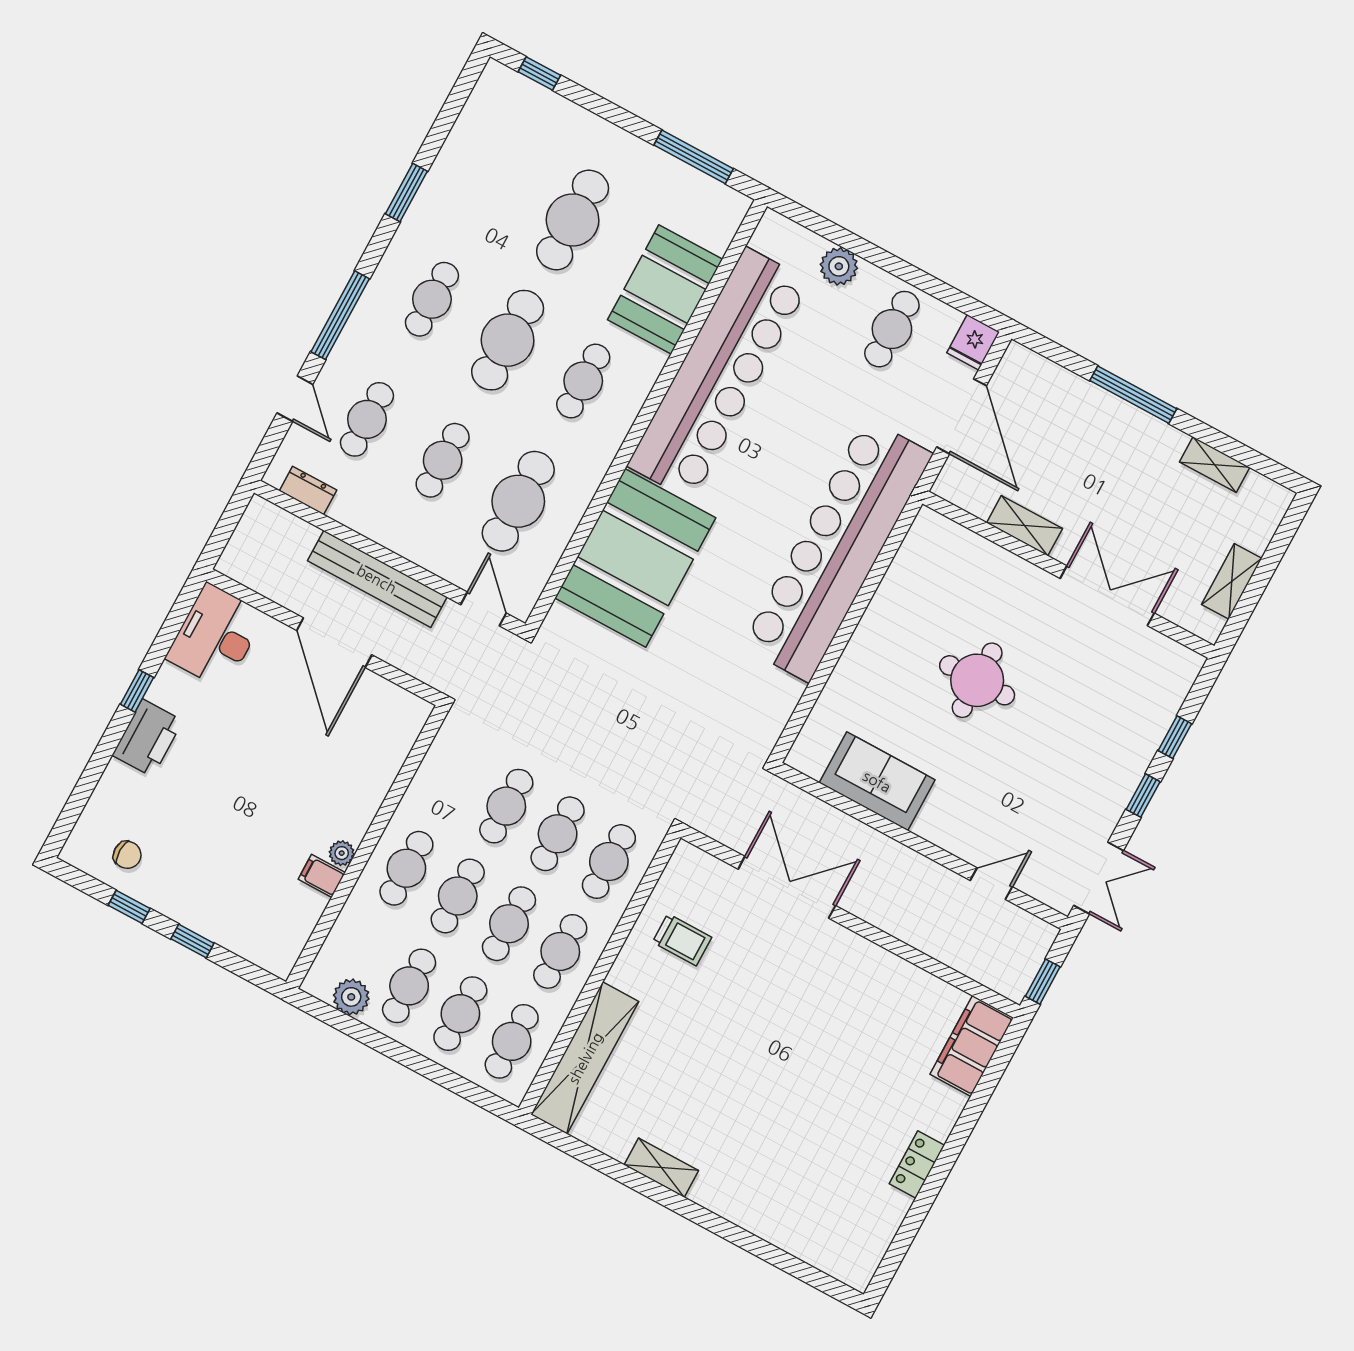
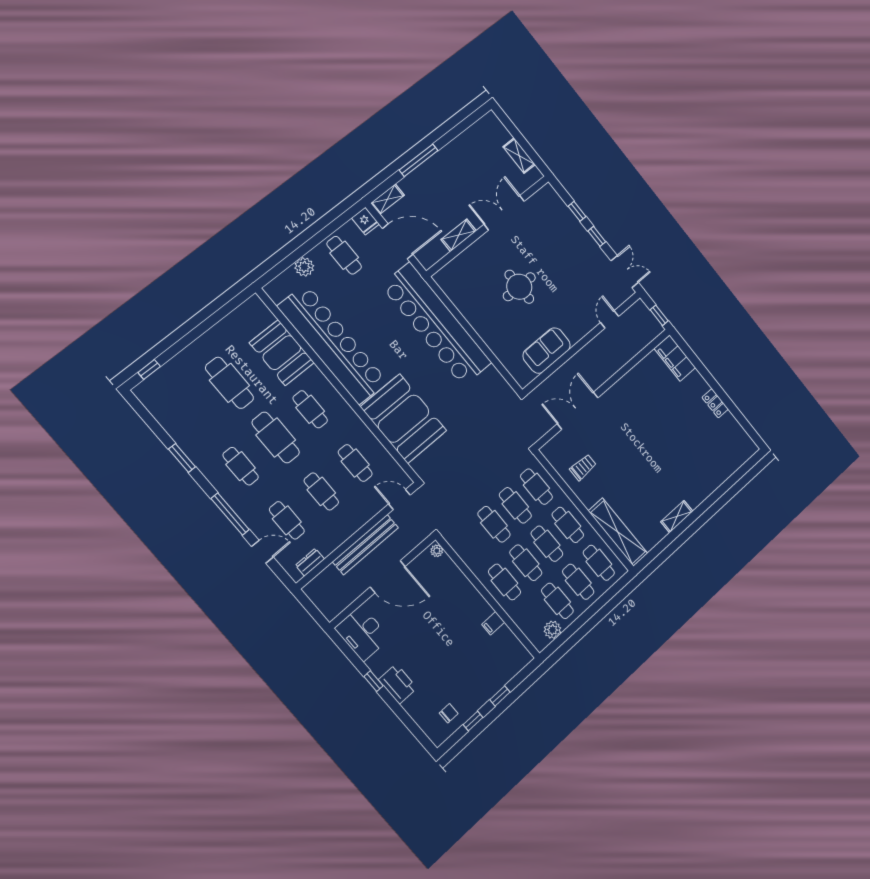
window: (694, 157) -> (223, 312), removed
shelving: (1215, 465) -> (388, 199), moved
cafe table: (518, 501) -> (355, 463), width x0.73, depth x0.74
plant: (342, 853) -> (437, 551), moved

